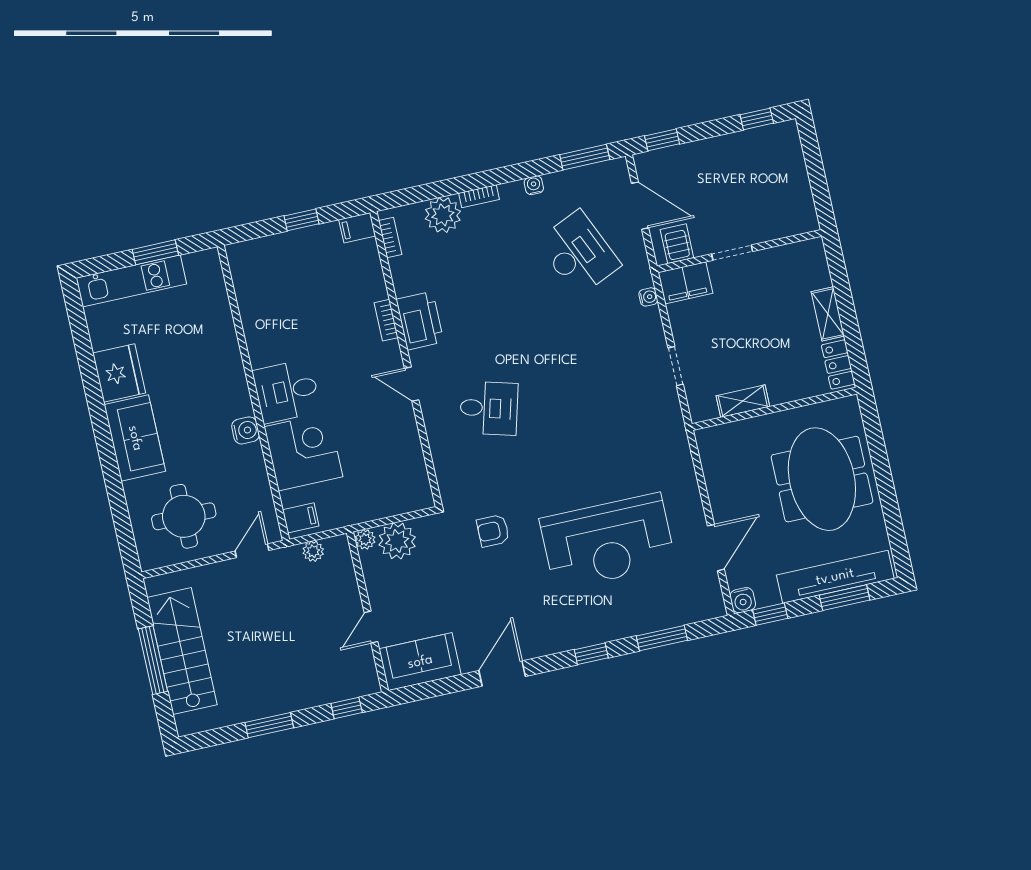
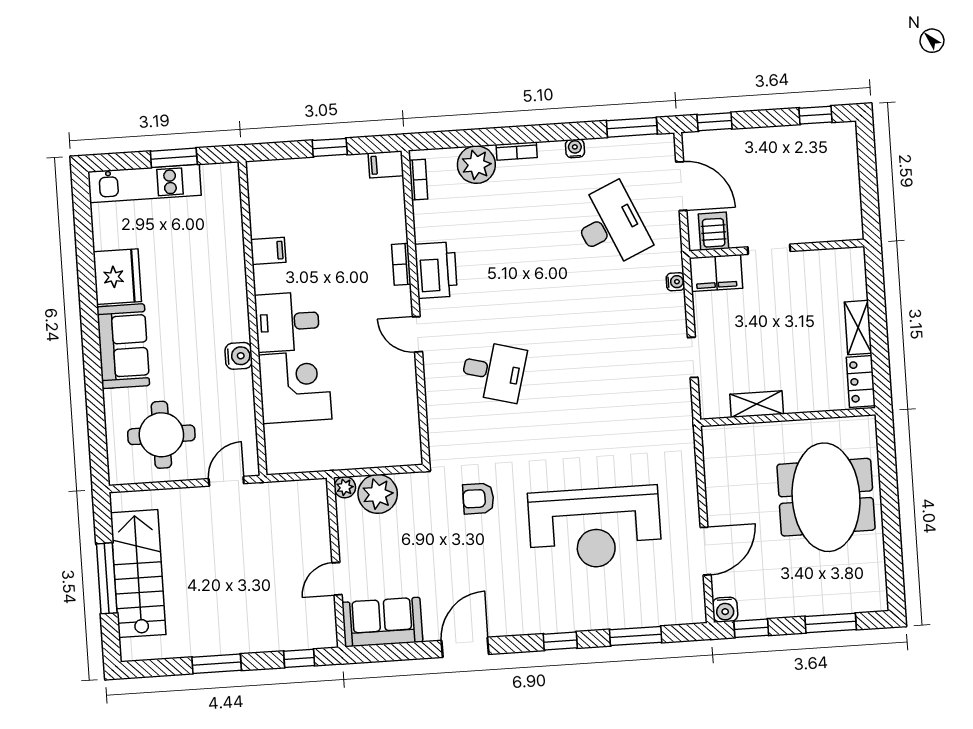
filing cabinet: (301, 518) -> (268, 251), moved
plant: (313, 551) -> (289, 491), removed
tv unit: (835, 577) -> (824, 600), removed

